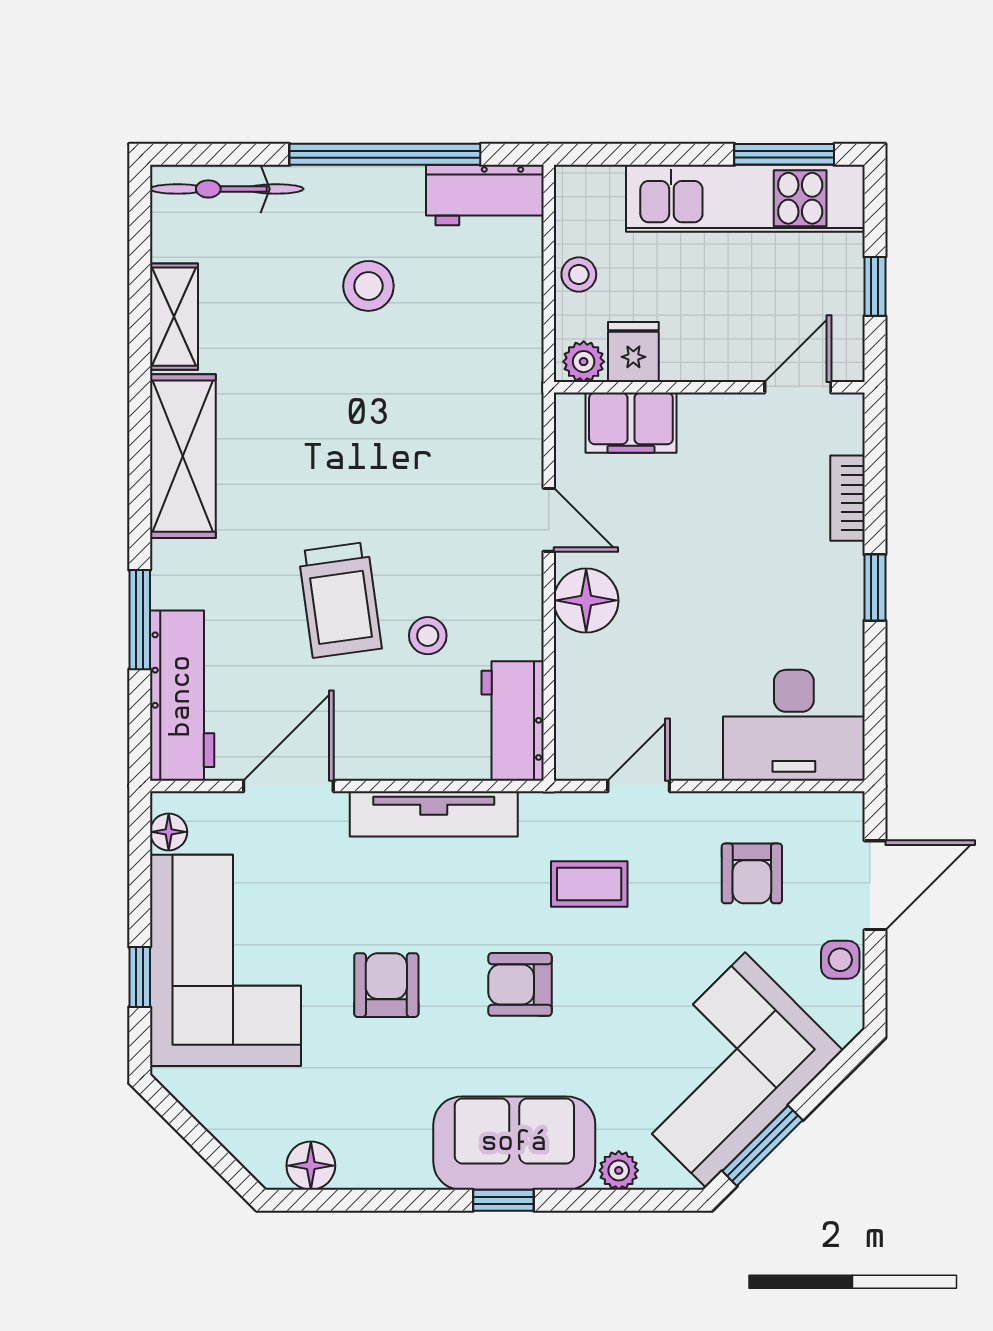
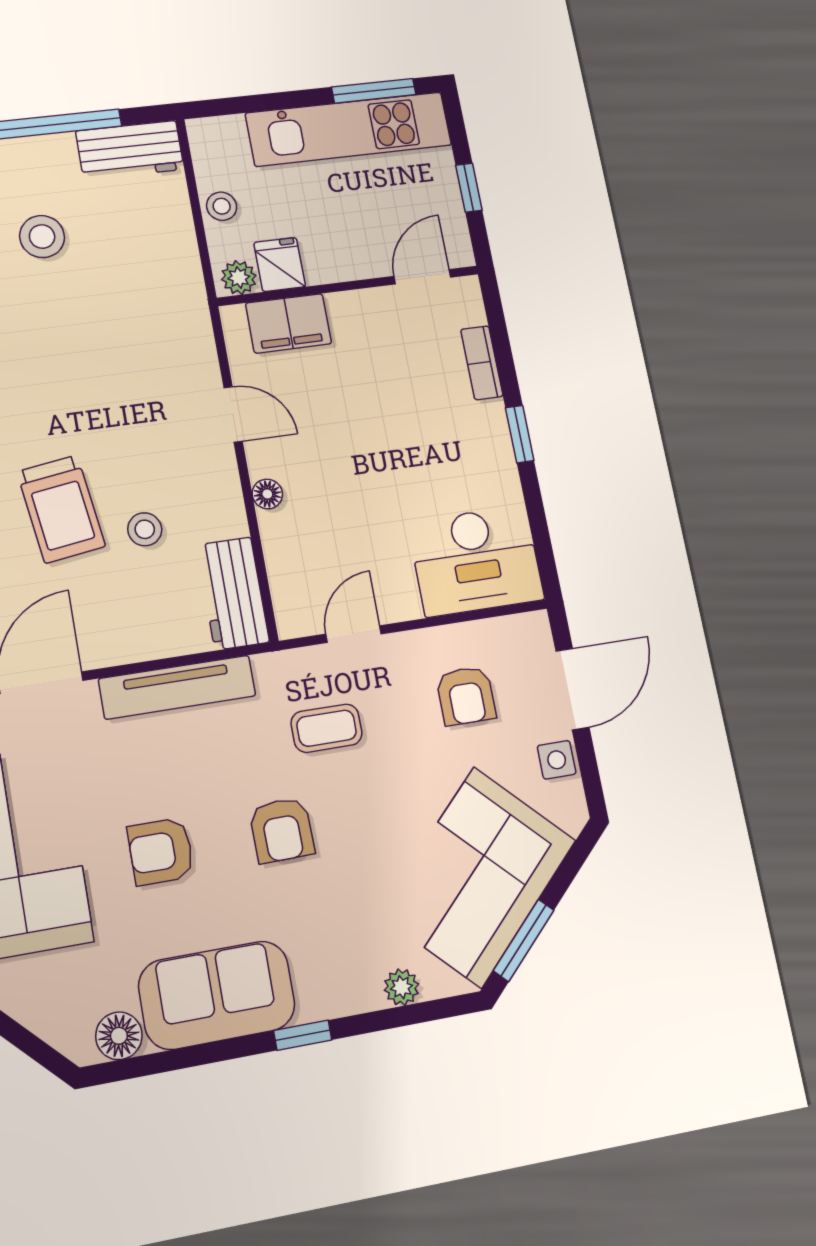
floor lamp: (586, 600) -> (267, 494), width x0.53, depth x0.53
armchair: (520, 984) -> (282, 830), turned -91
armchair: (386, 985) -> (161, 851), turned -90
sofa: (514, 1143) -> (217, 995), moved

